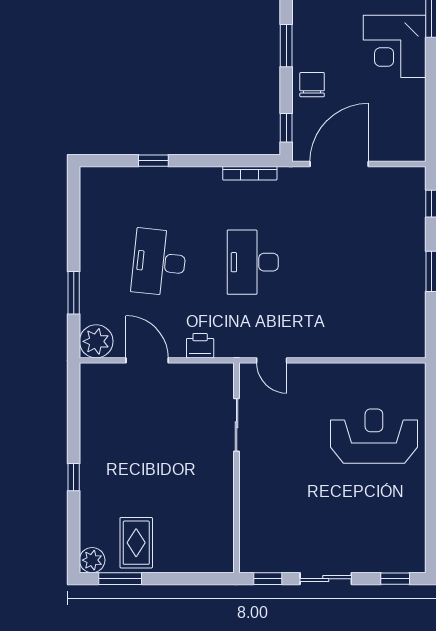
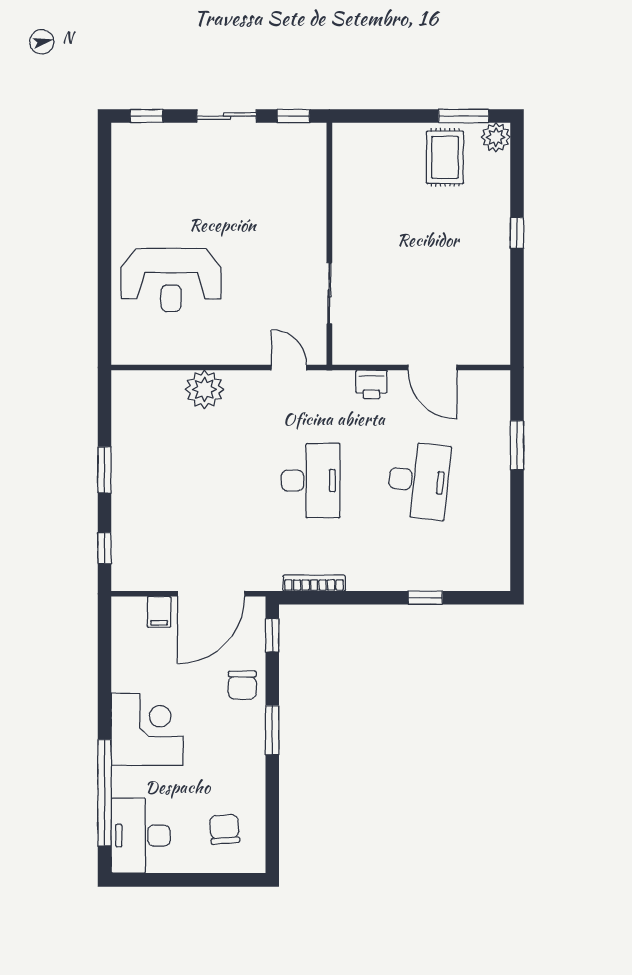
filing cabinet: (384, 148) -> (159, 612), added
plant: (96, 341) -> (204, 389), moved

